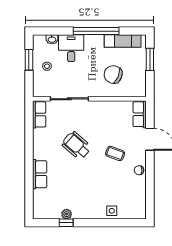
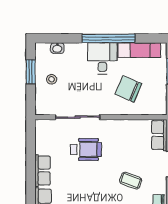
desk: (71, 48) -> (102, 58), moved
row of seats: (39, 114) -> (43, 170), moved
wheelchair: (77, 145) -> (86, 150), moved, turned 139

